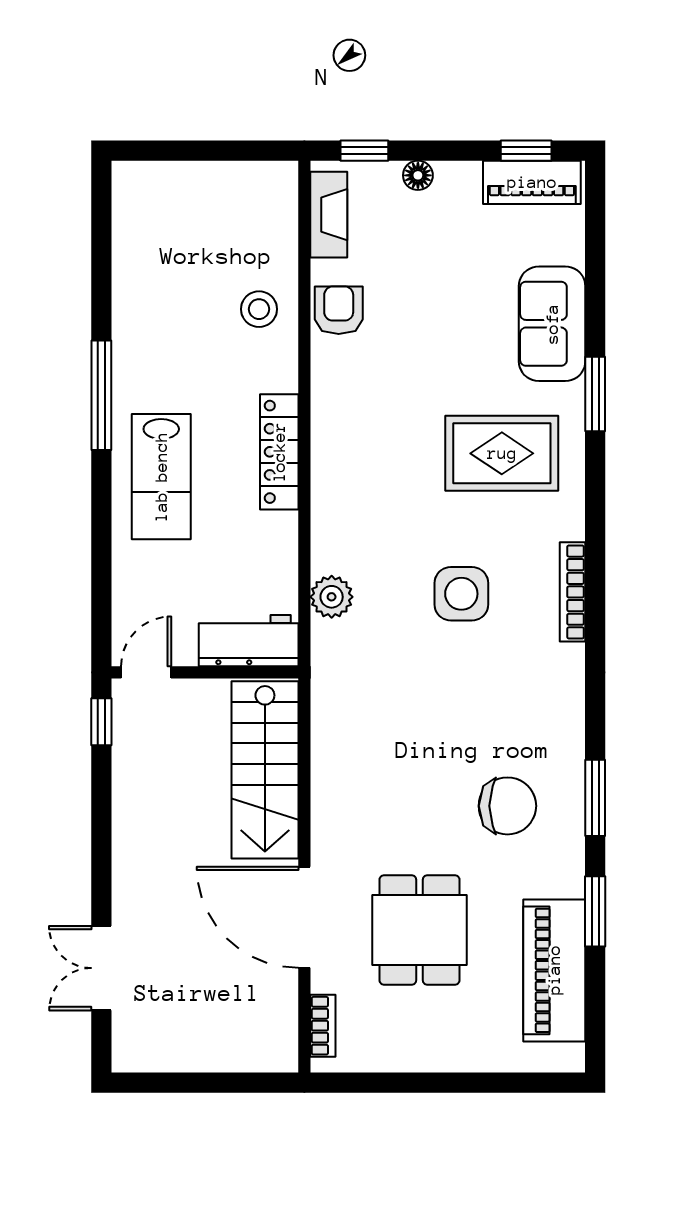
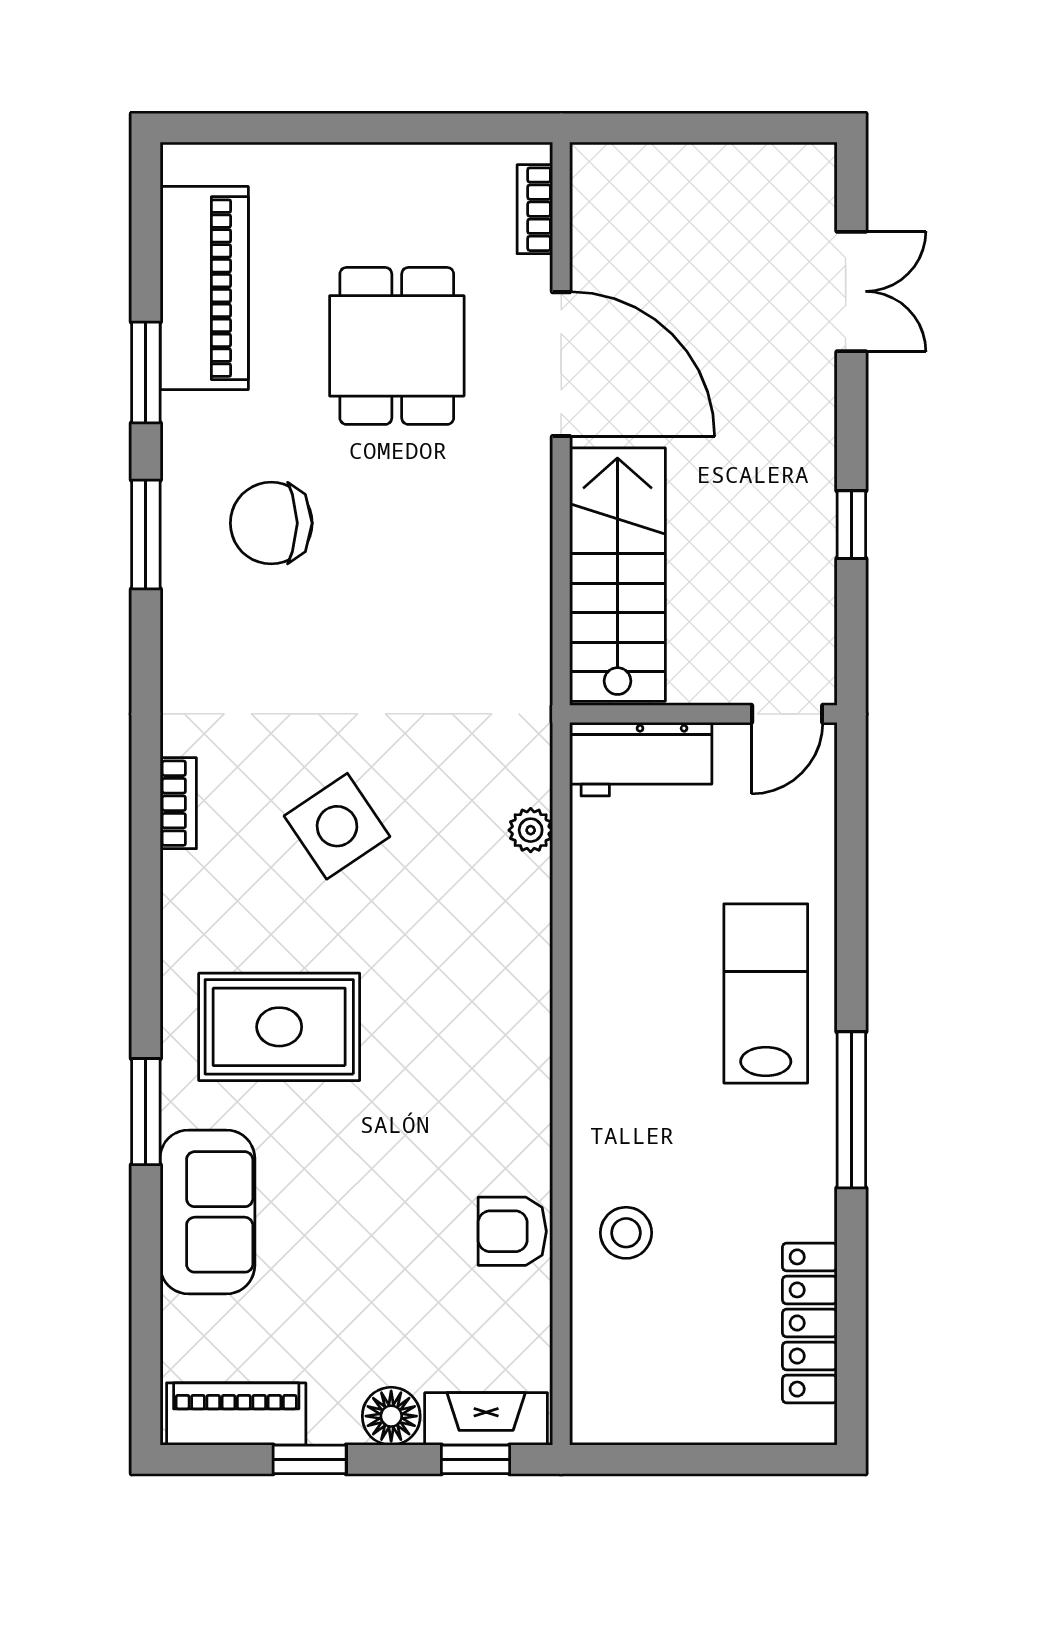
window: (526, 151) -> (310, 1459), moved
floor lamp: (418, 175) -> (391, 1416), width x1.37, depth x1.37
fireplace: (329, 215) -> (486, 1419), moved, turned 90
armchair: (339, 310) -> (512, 1231), turned 90
locker: (279, 452) -> (810, 1323), moved, turned 180
bookcase: (572, 592) -> (178, 803), width x0.64
side table: (461, 594) -> (337, 826), turned -34
plant: (332, 597) -> (531, 830), width x0.73, depth x0.73
window: (101, 722) -> (851, 525), moved

